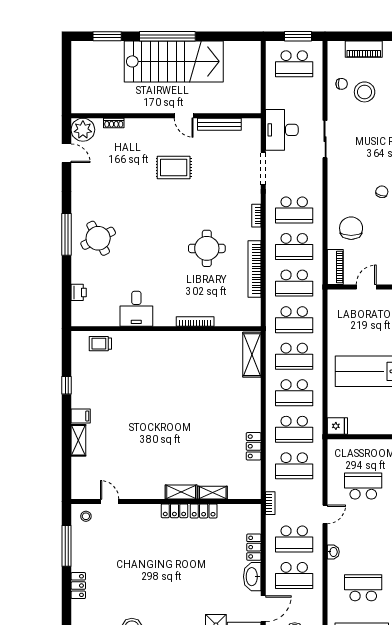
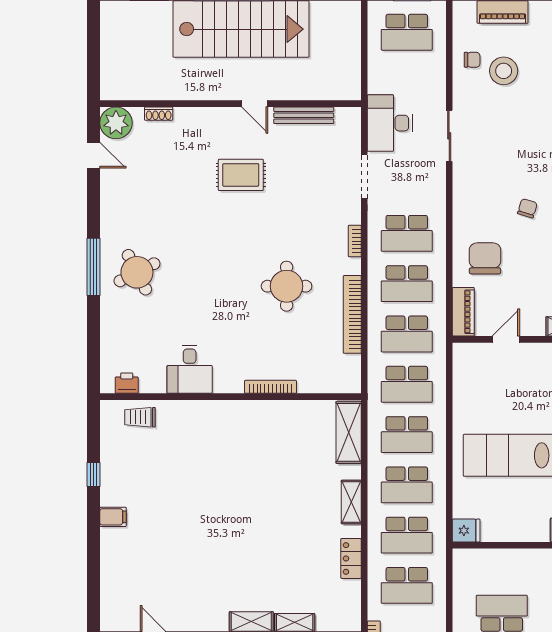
printer: (79, 292) -> (127, 383), moved, turned -90
shelving: (78, 440) -> (351, 502), moved

